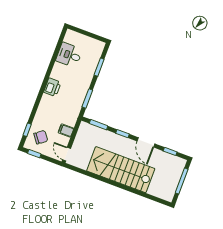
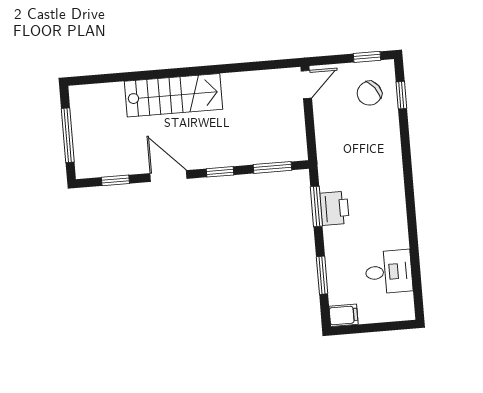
printer: (52, 87) -> (334, 208), moved, turned 180
filing cabinet: (66, 131) -> (344, 315), moved
door: (67, 154) -> (306, 85), hinge flipped
stairs: (121, 170) -> (173, 95), width x0.73, depth x0.66

